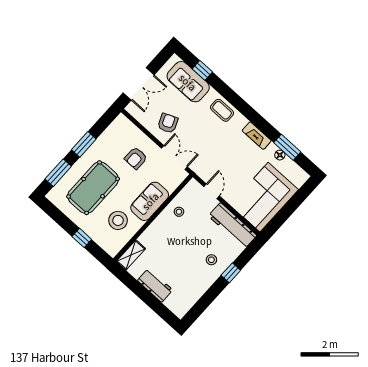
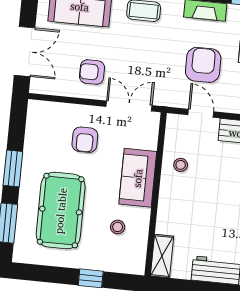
armchair: (168, 123) -> (92, 72), turned -67
armchair: (233, 165) -> (203, 65), added
stool: (118, 220) -> (118, 227), width x0.53, depth x0.53

